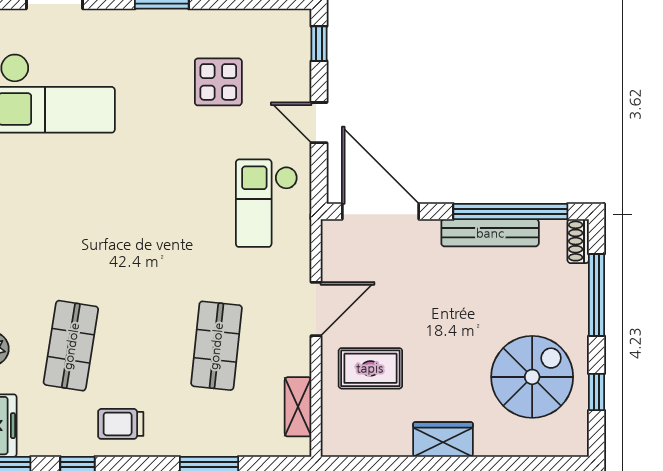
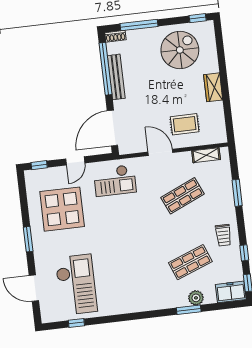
display table: (218, 82) -> (62, 209), width x1.86, depth x1.86
shop shelf: (71, 346) -> (190, 262), turned -30
shop shelf: (216, 346) -> (183, 196), turned -30
rug: (370, 368) -> (185, 124), turned 90
spiral stairs: (532, 377) -> (180, 50), turned 90
window: (597, 392) -> (198, 18), moved

